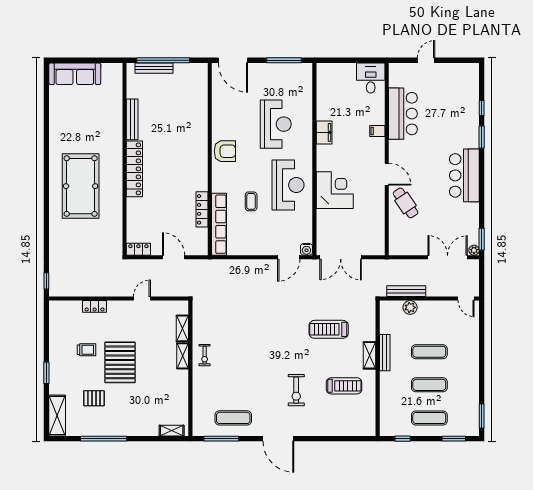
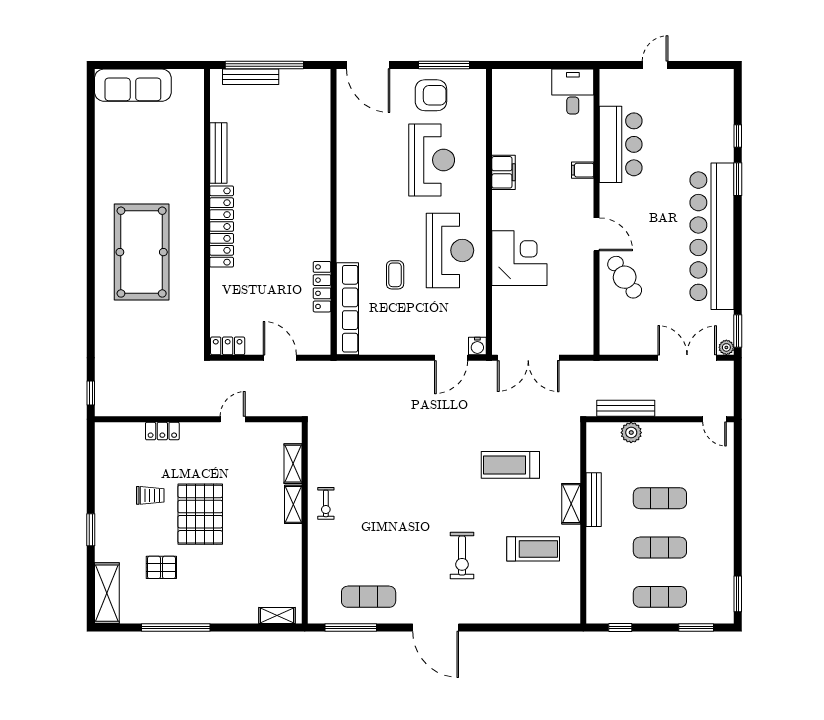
armchair: (225, 151) -> (431, 95), moved
bar counter: (464, 175) -> (712, 236), width x1.86

